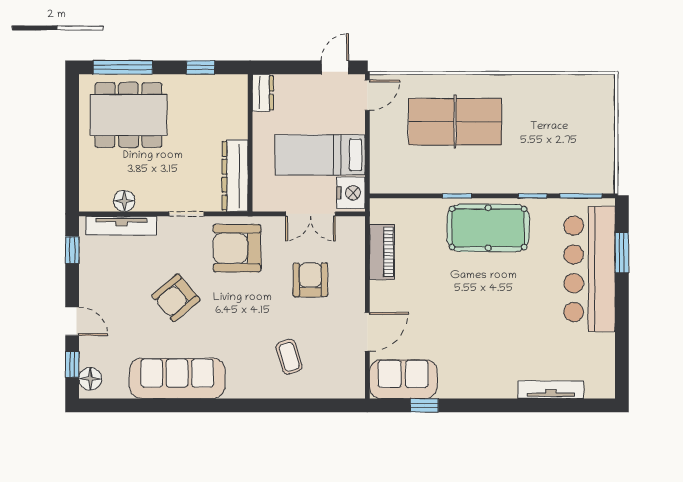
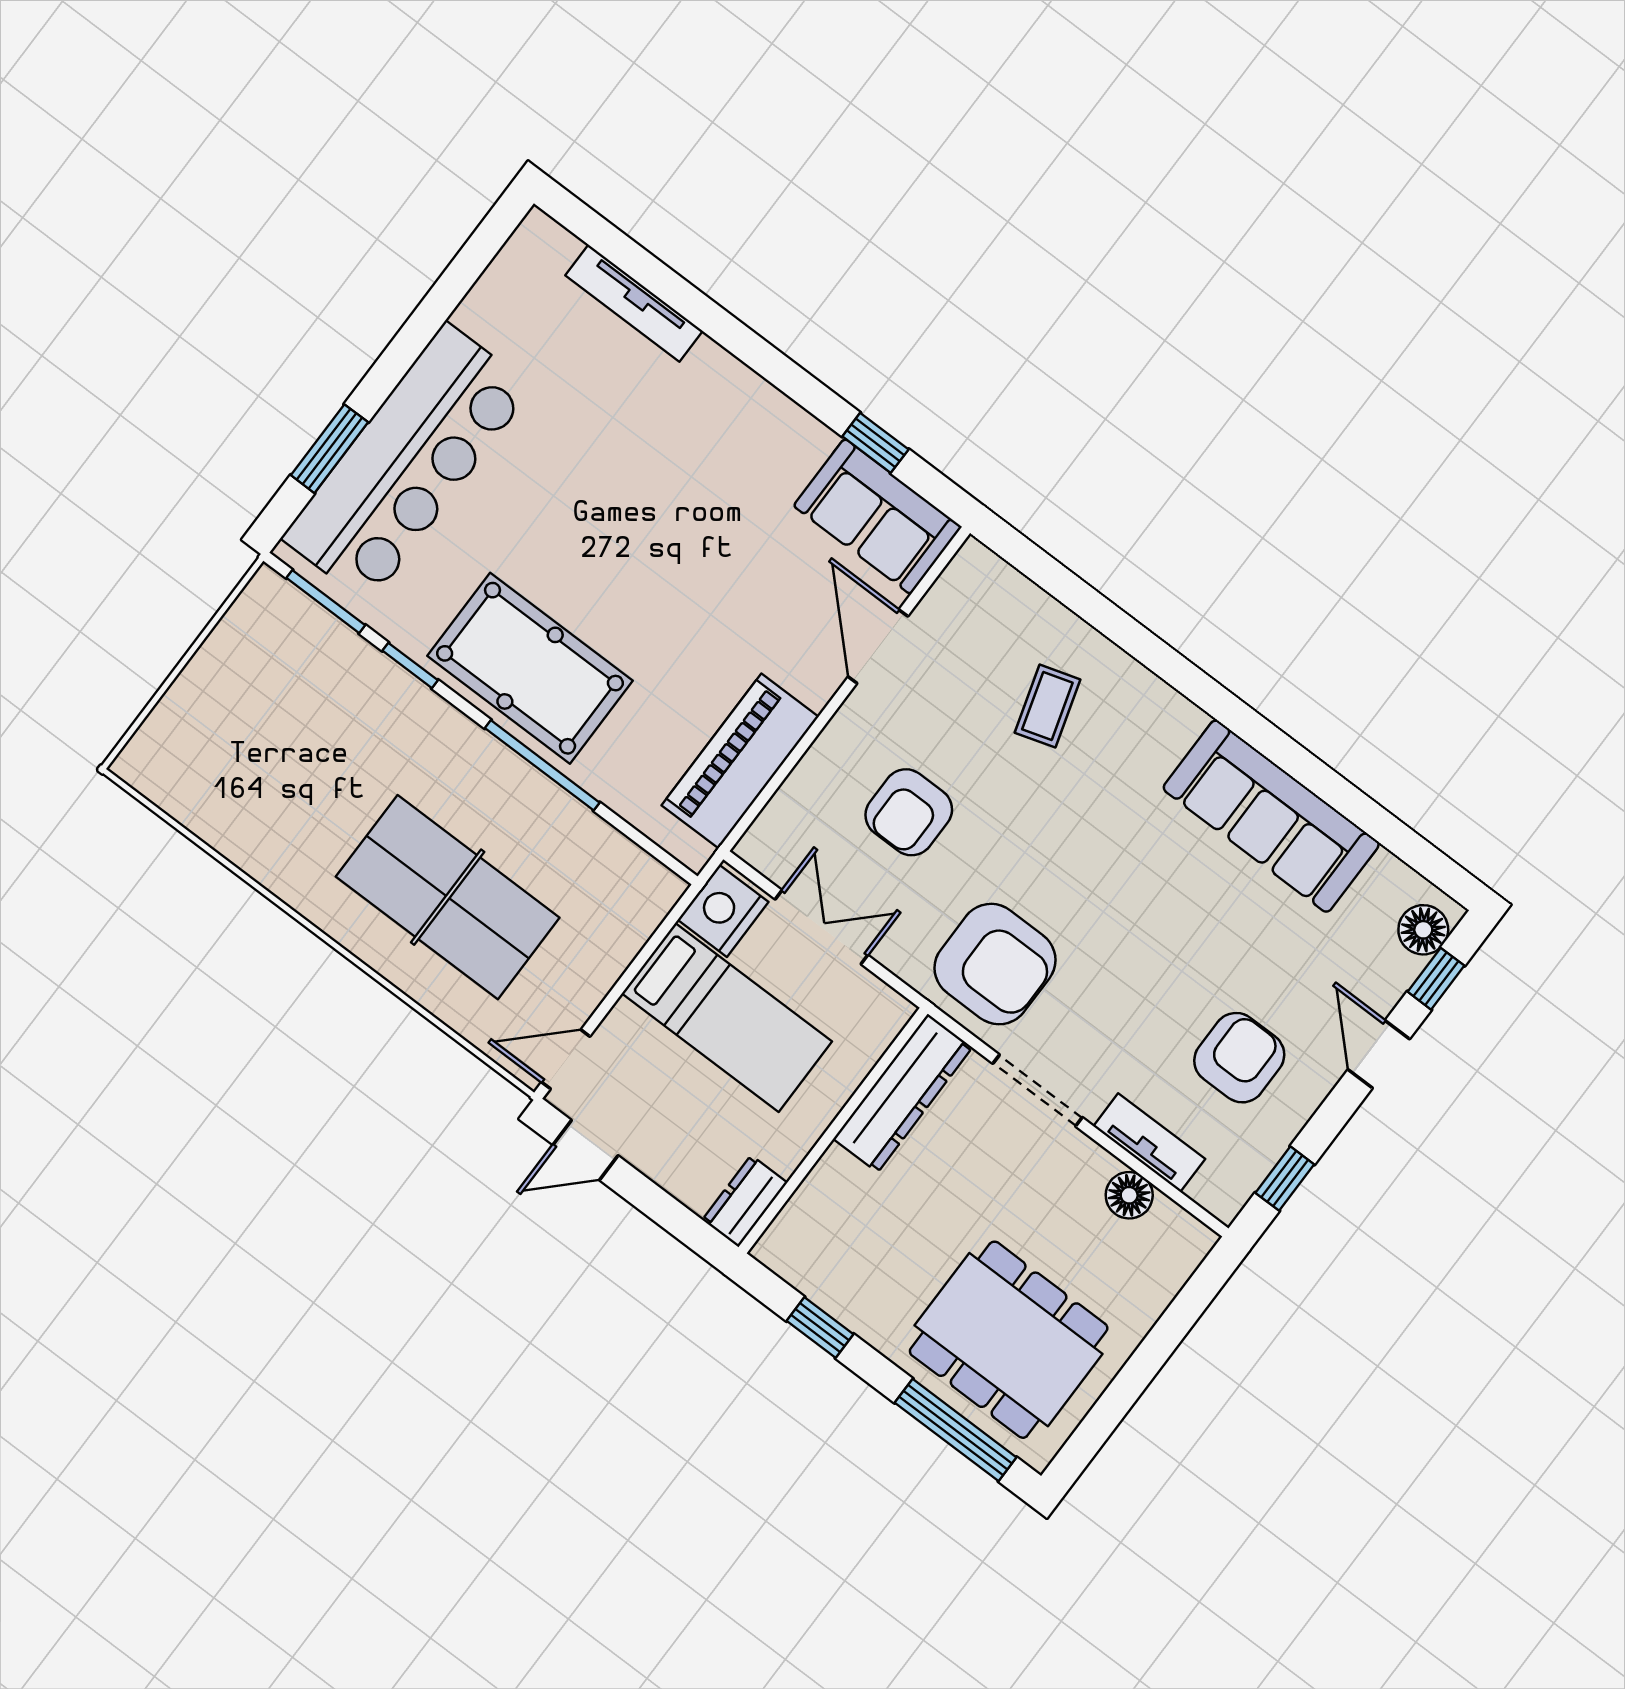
window: (457, 196) -> (542, 765), width x2.17
doorway: (187, 214) -> (1037, 1090), width x1.38
tv unit: (121, 226) -> (1149, 1143), width x0.71
piano: (382, 252) -> (740, 761), width x1.37, depth x1.33
armchair: (176, 298) -> (1239, 1058), moved, turned -50
door: (367, 332) -> (878, 647), hinge flipped

